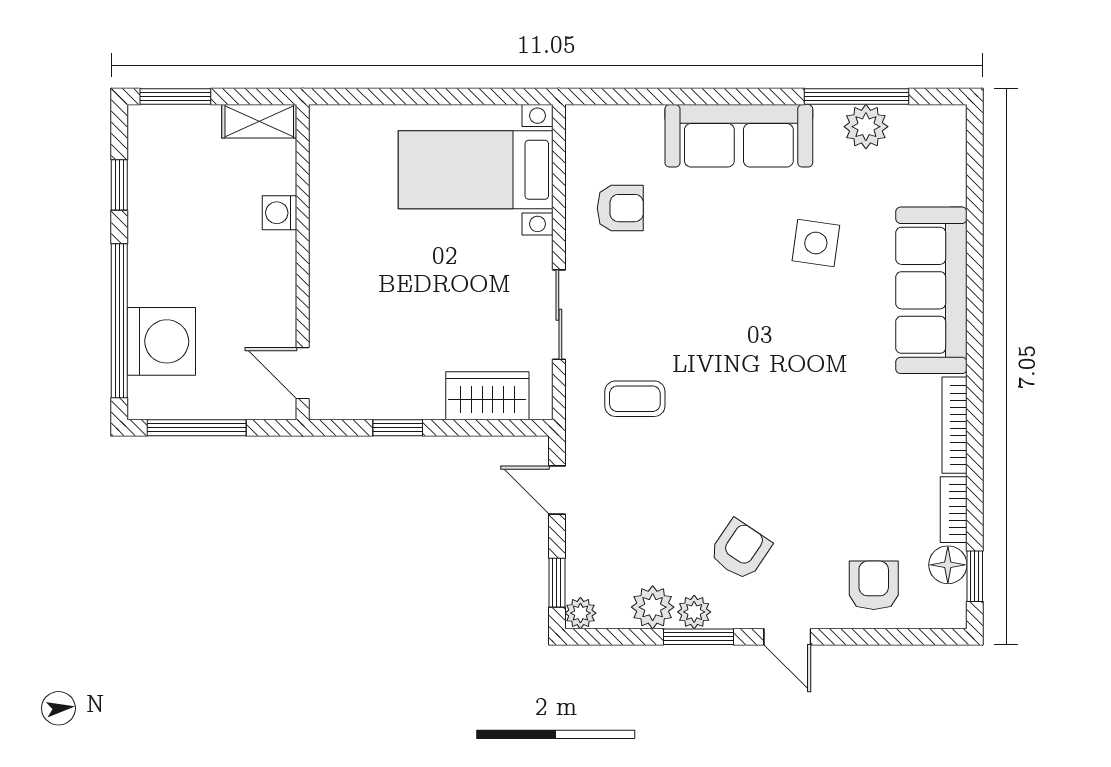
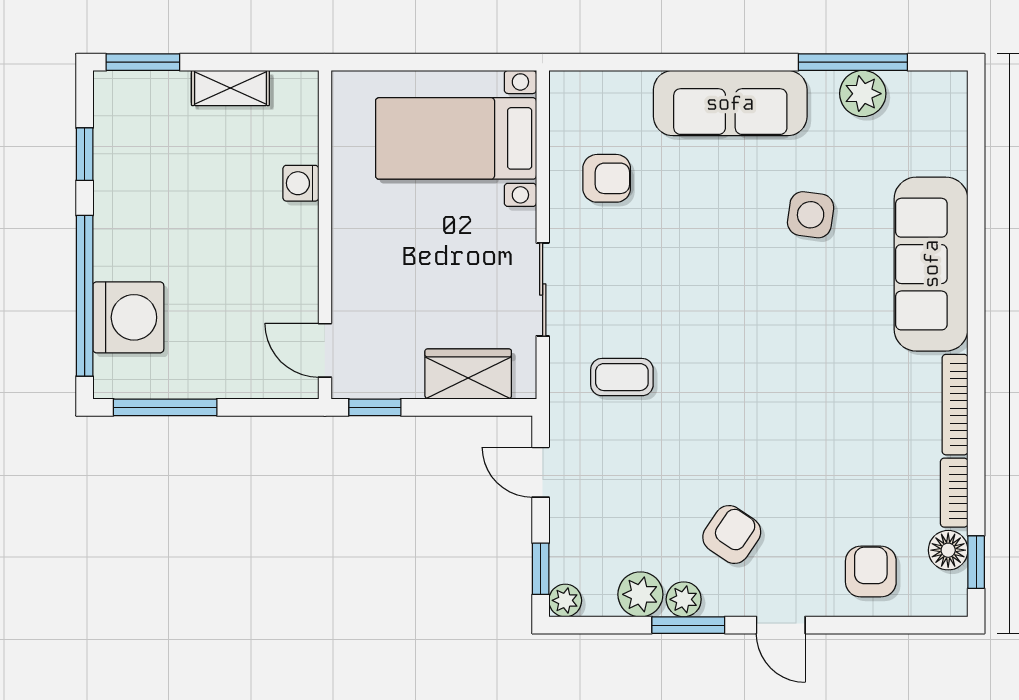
washing machine: (280, 213) -> (301, 183), moved
wall: (303, 262) -> (325, 235), moved
door: (303, 373) -> (325, 350), moved

